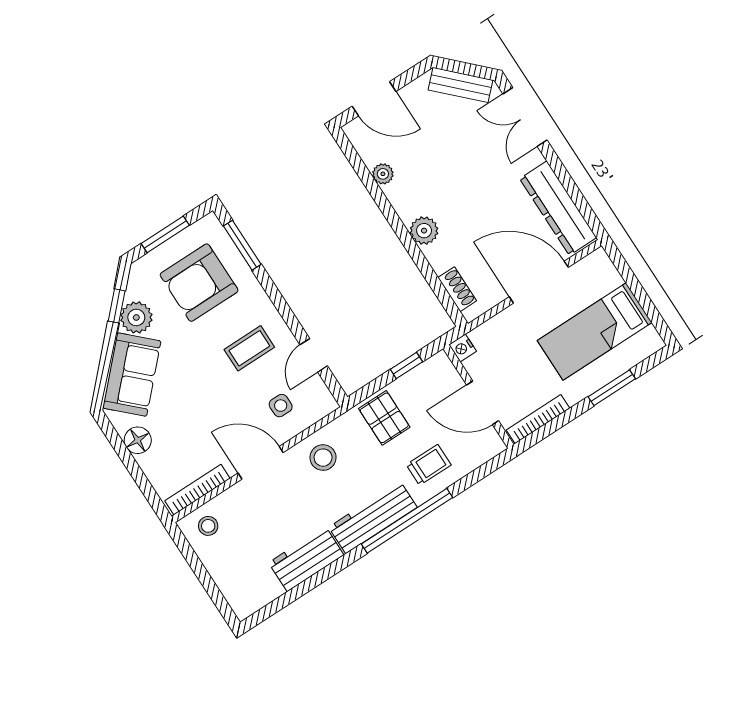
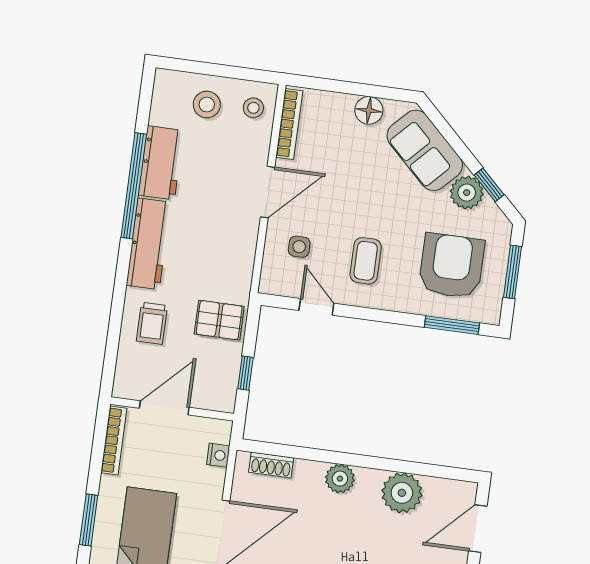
plant: (383, 174) -> (402, 493), width x1.87, depth x1.87
nightstand: (463, 348) -> (218, 455), moved, turned 90
stool: (323, 458) -> (207, 105), moved
window: (407, 521) -> (134, 186), moved

